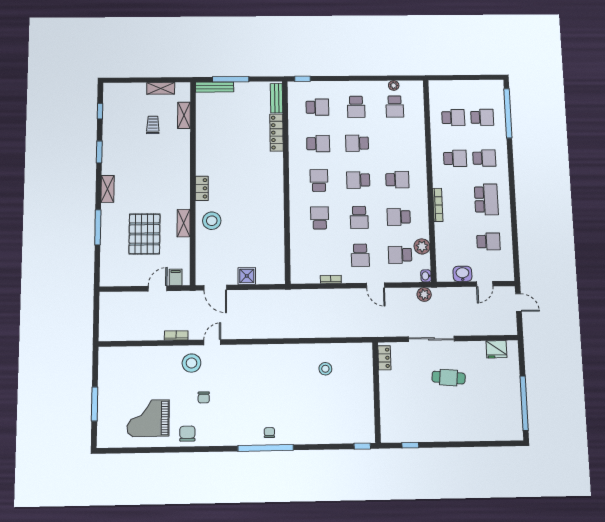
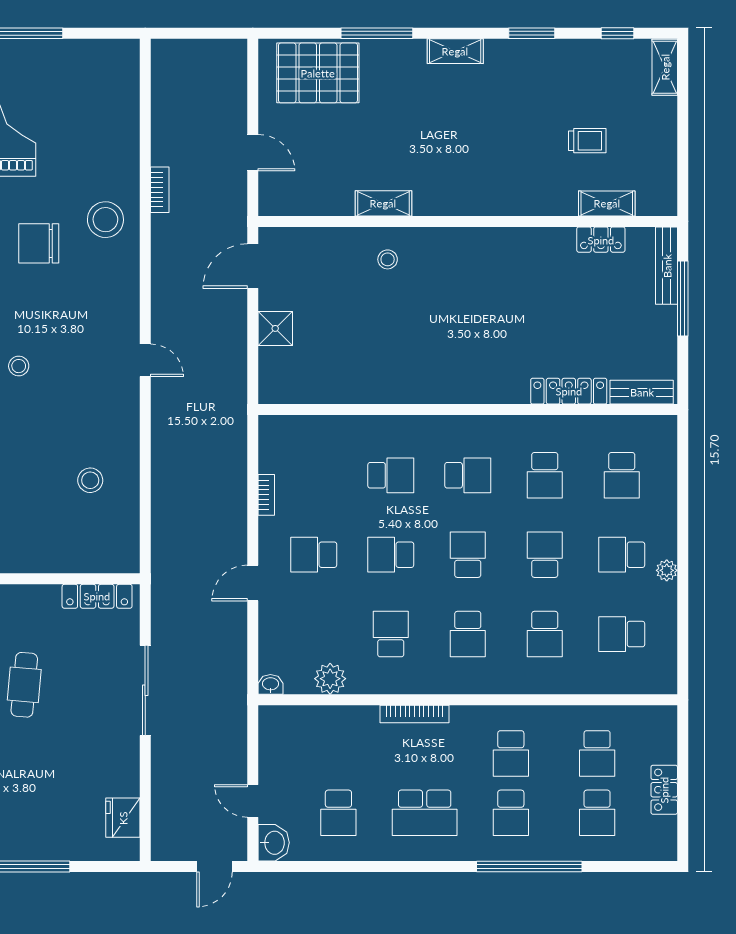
window: (303, 79) -> (683, 446), removed
plant: (394, 85) -> (667, 570), moved
locker: (469, 86) -> (664, 790), added
shelving: (161, 88) -> (665, 67), moved
window: (508, 113) -> (529, 866), moved
locker: (202, 188) -> (601, 240), moved
stool: (212, 221) -> (388, 259), width x0.53, depth x0.53
pallet: (144, 234) -> (318, 73), moved
school desk: (400, 255) -> (545, 634), moved, turned 180
washbasin: (462, 274) -> (274, 843), moved
filing cabinet: (176, 277) -> (275, 188), removed
plant: (424, 294) -> (233, 679), removed
door: (212, 342) -> (145, 360), moved
locker: (384, 358) -> (97, 596), width x1.53
cafe table: (449, 378) -> (24, 685), moved
chair: (204, 397) -> (39, 243), width x1.87, depth x1.87
stool: (267, 407) -> (19, 366), added

